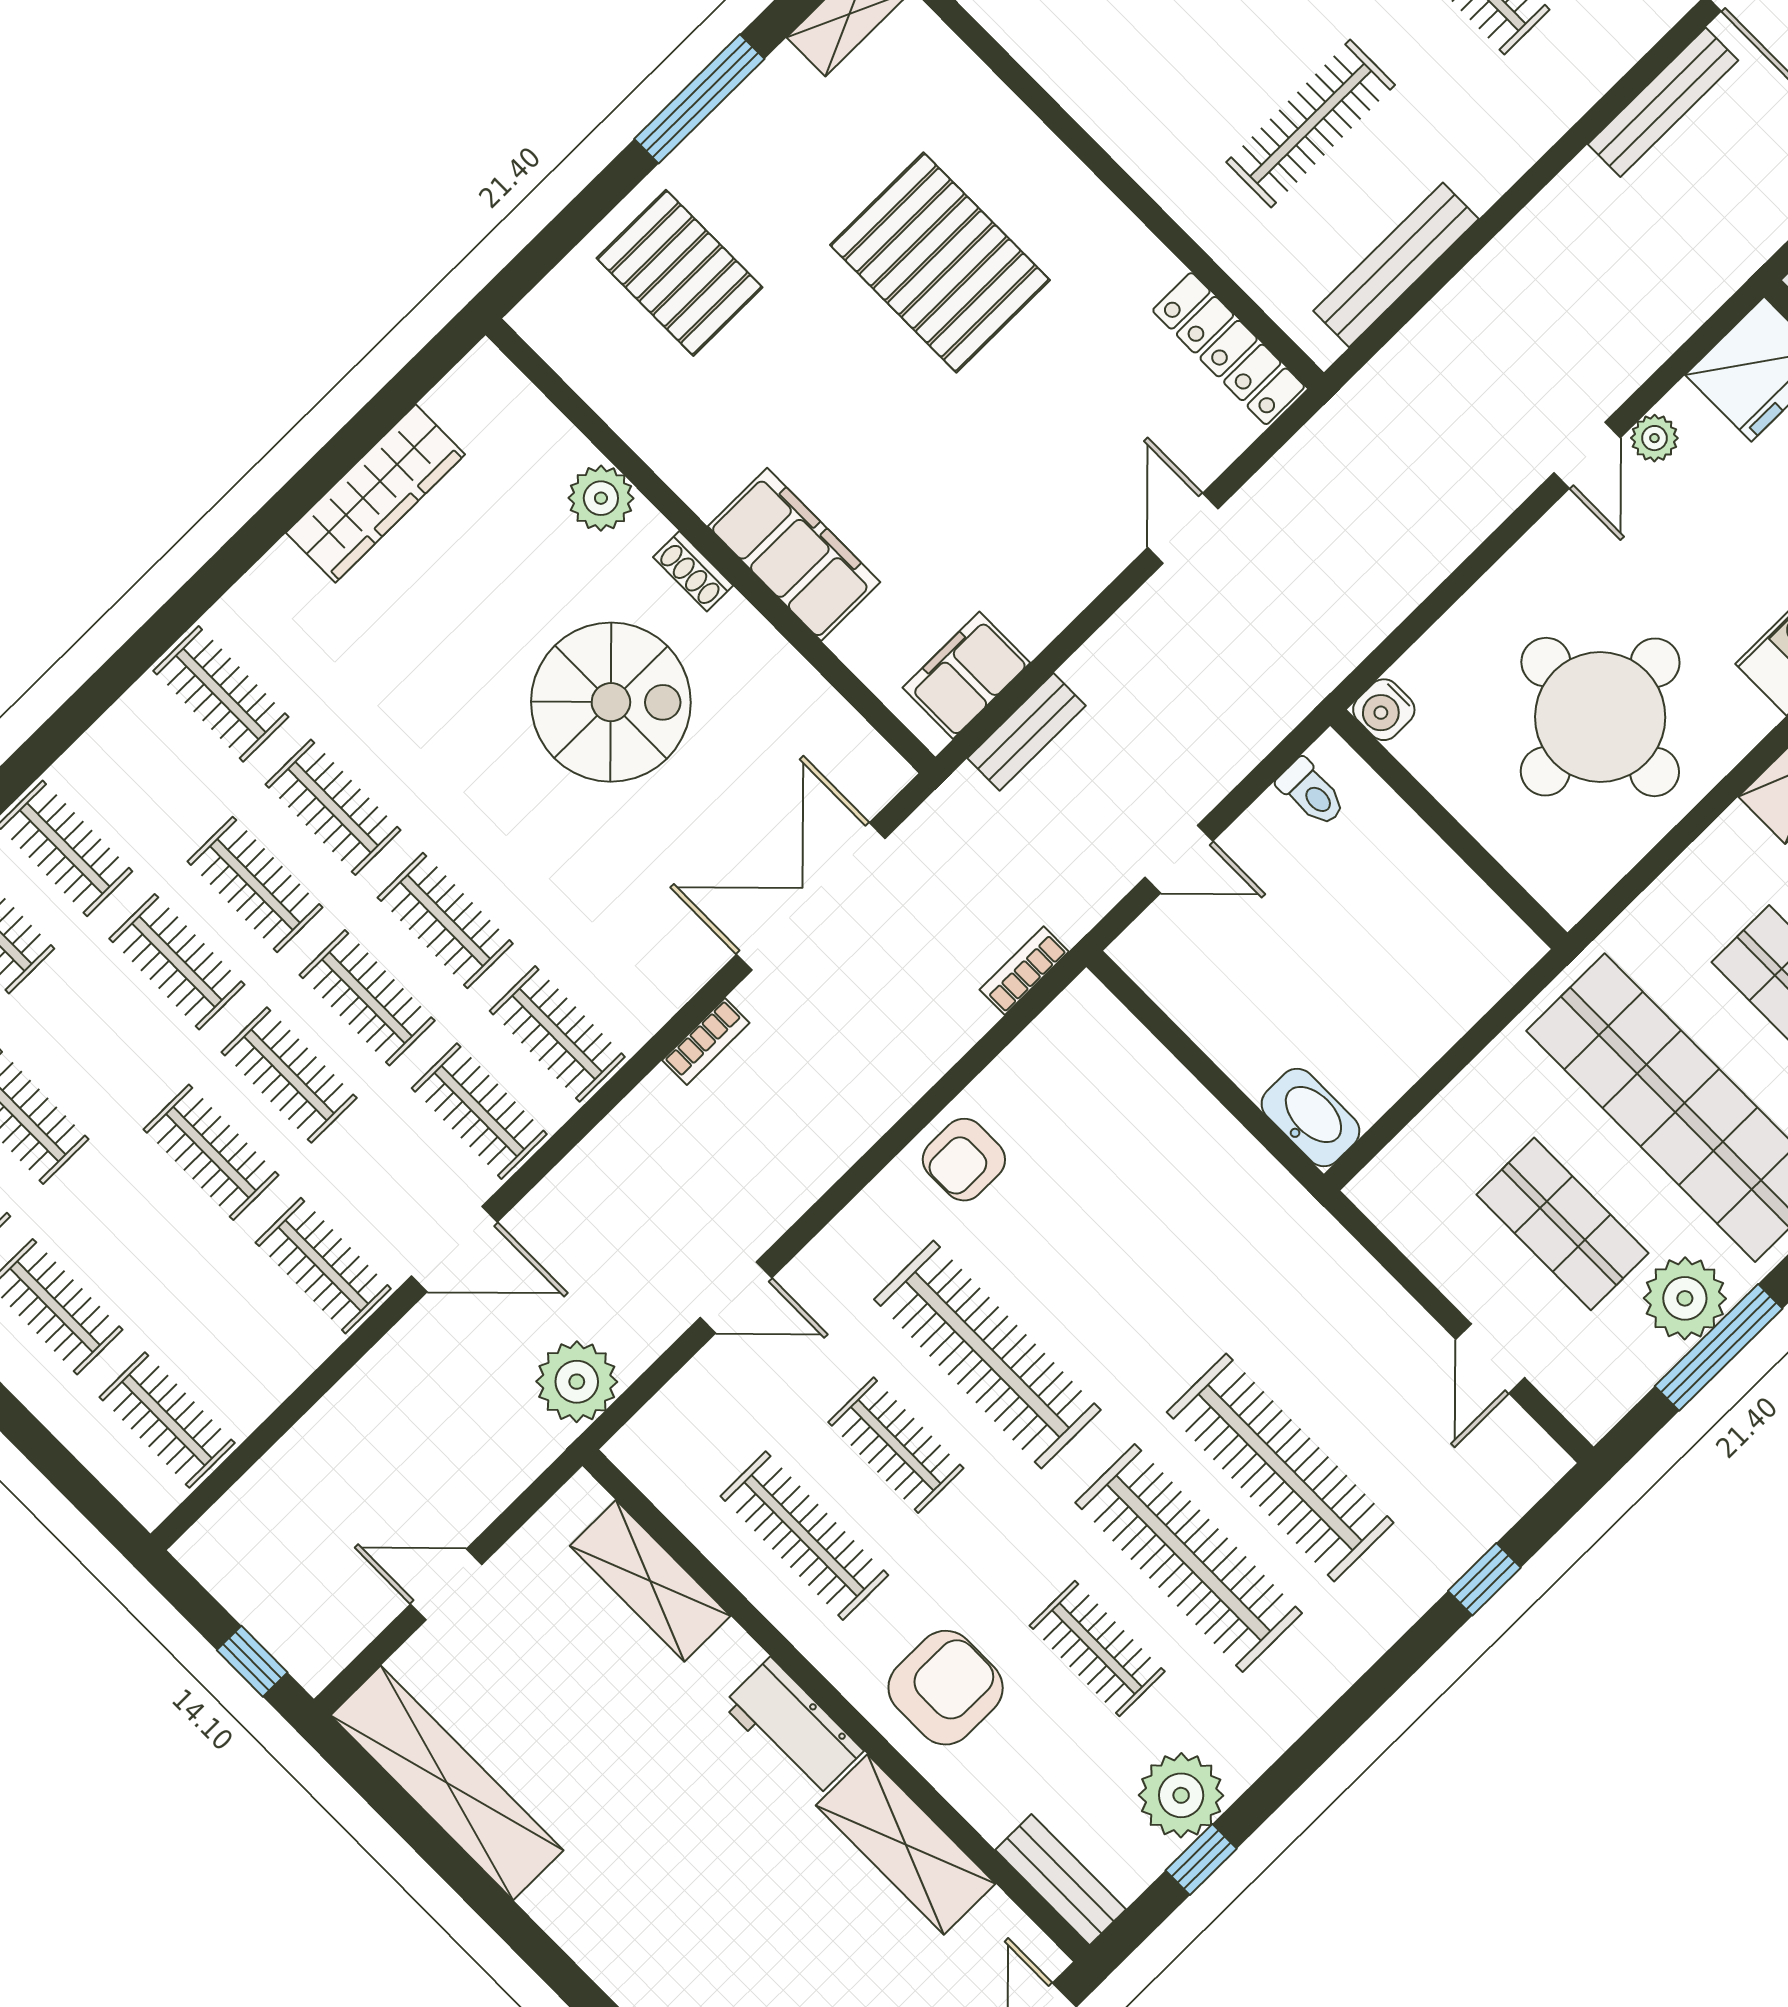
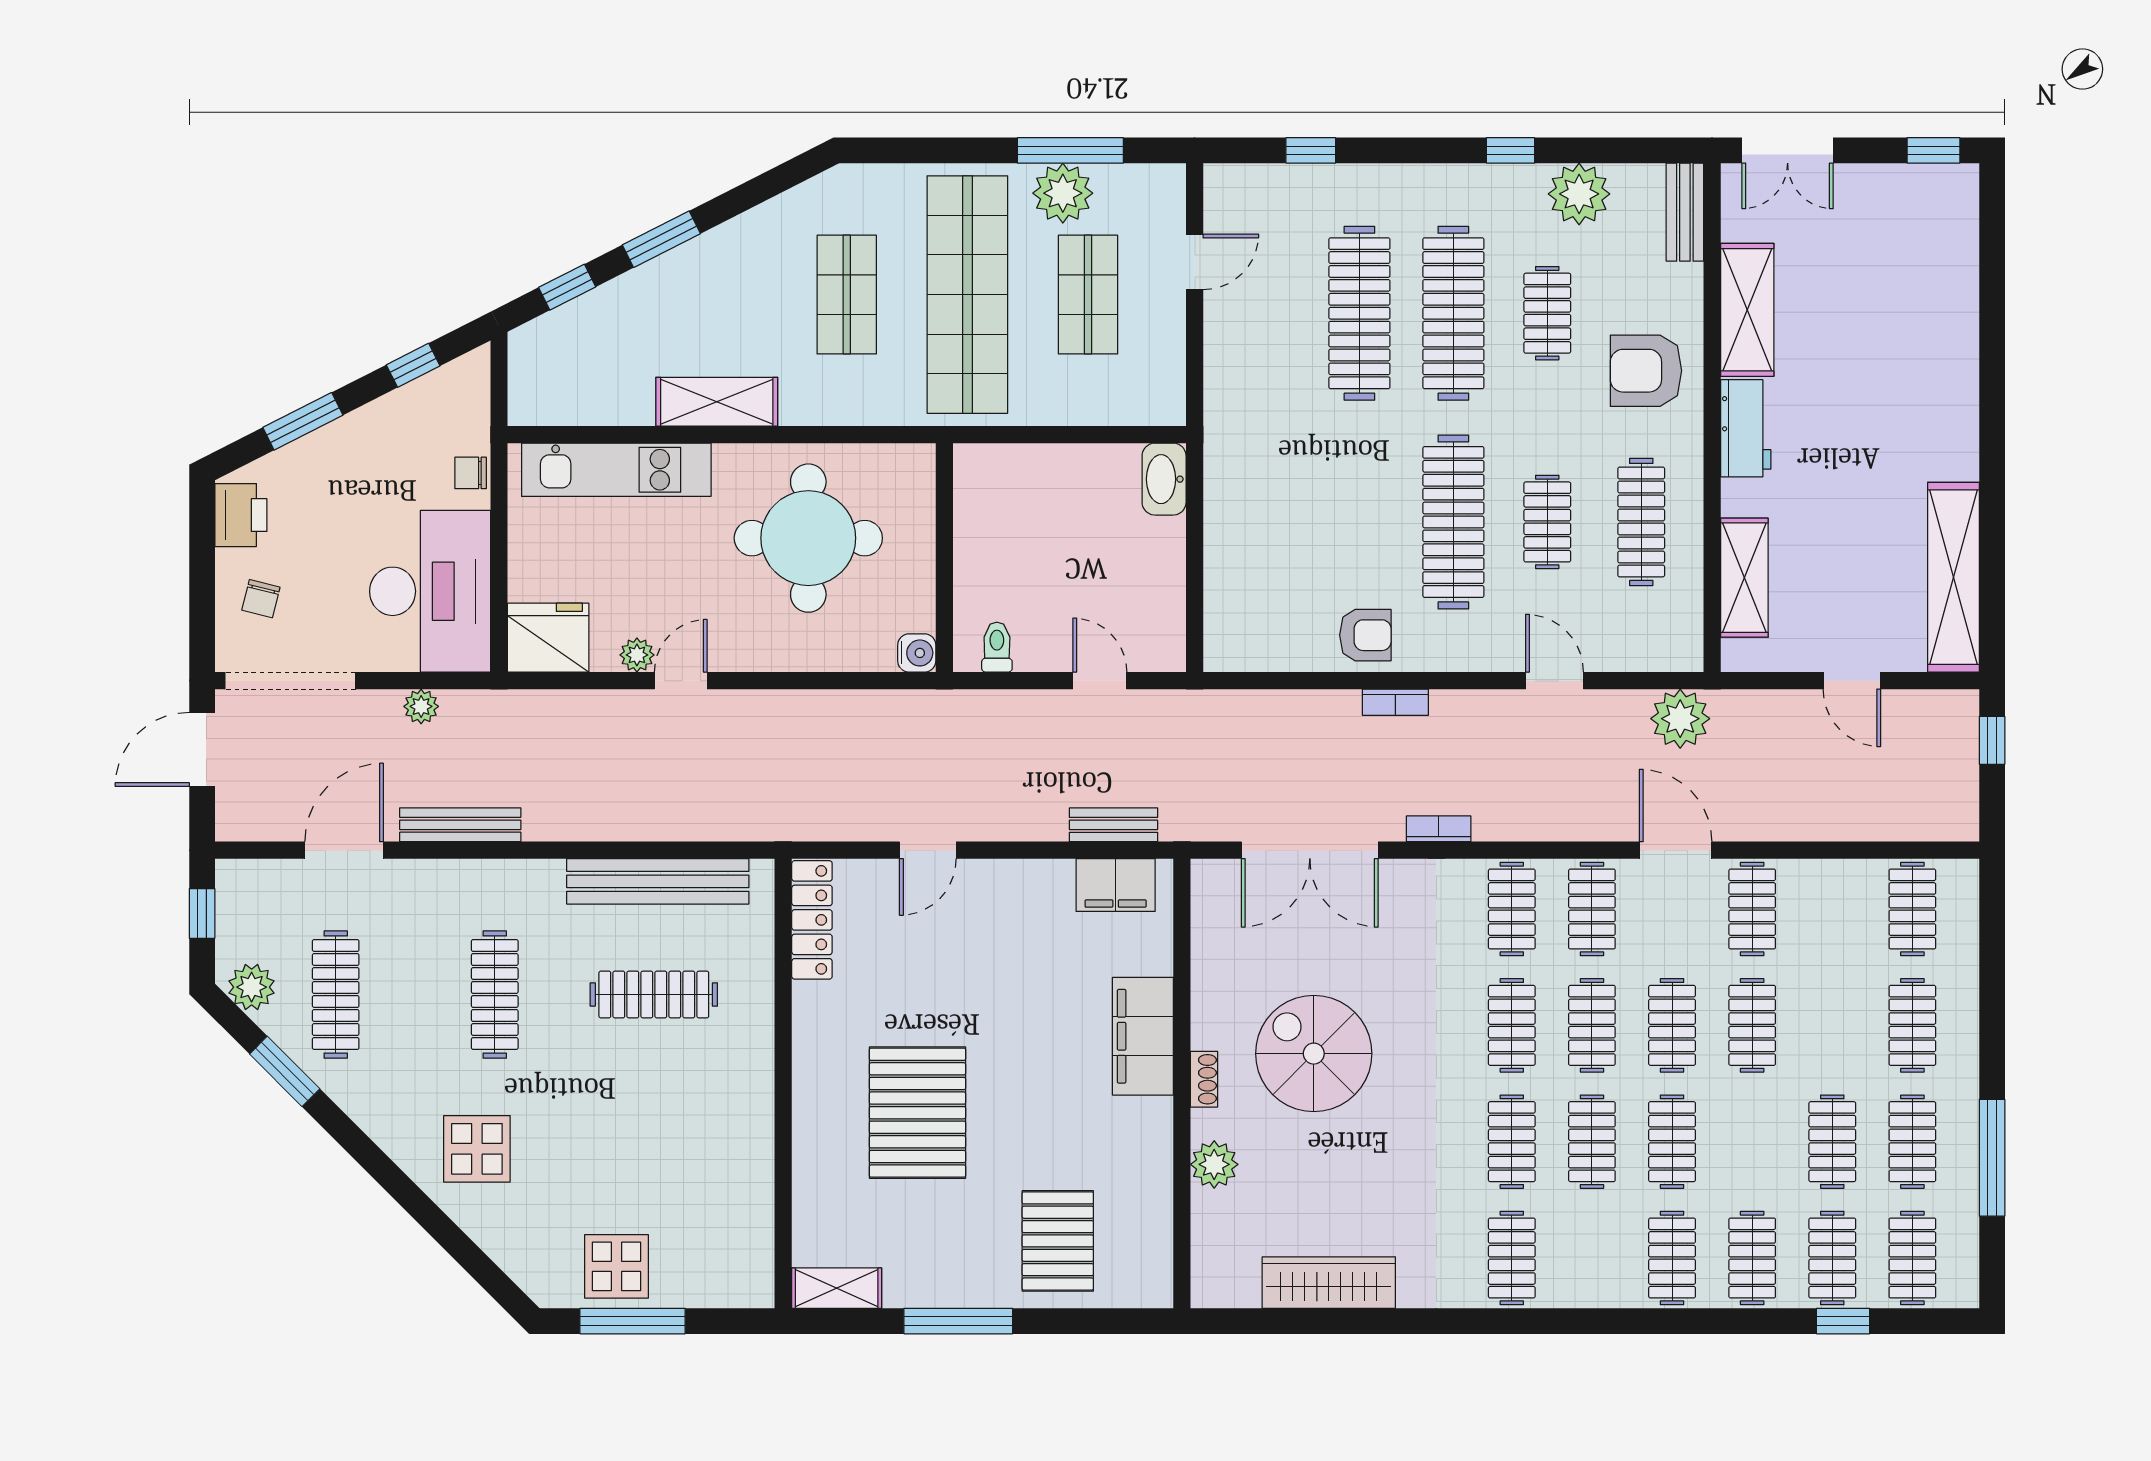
bench: (1396, 265) -> (658, 881), width x1.37, depth x1.21
bookcase: (1024, 971) -> (1395, 702), moved
window: (1201, 1860) -> (1511, 150), moved

